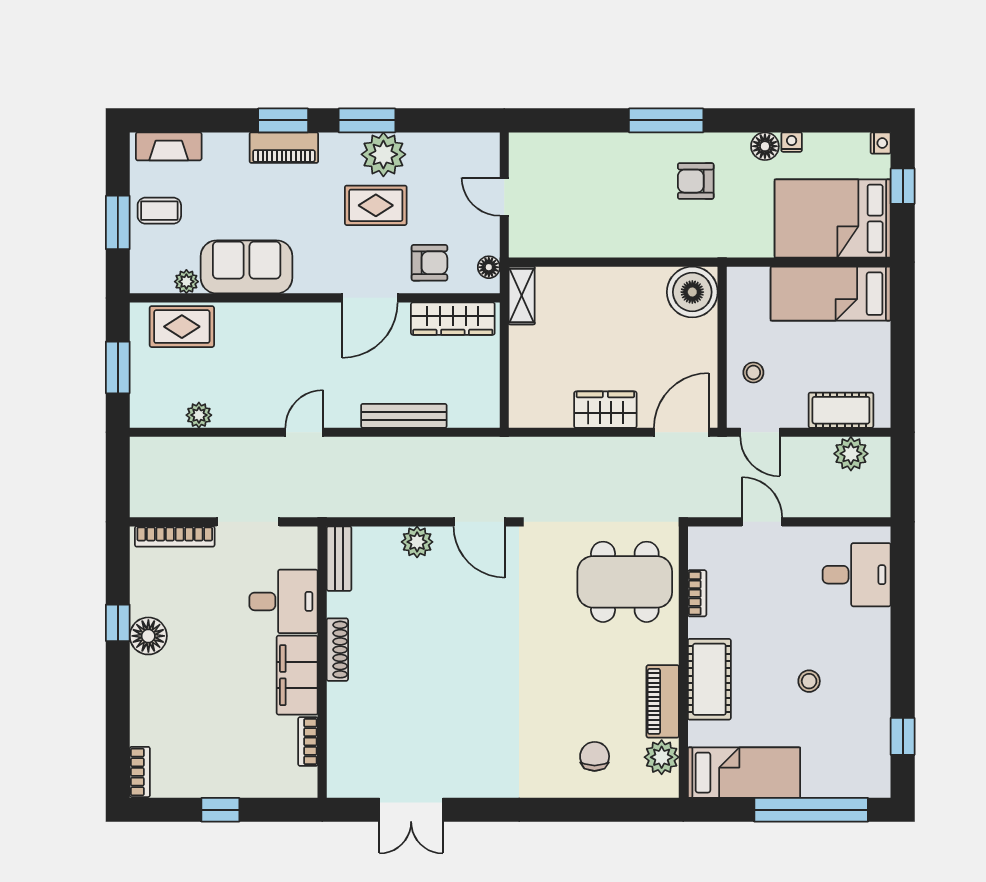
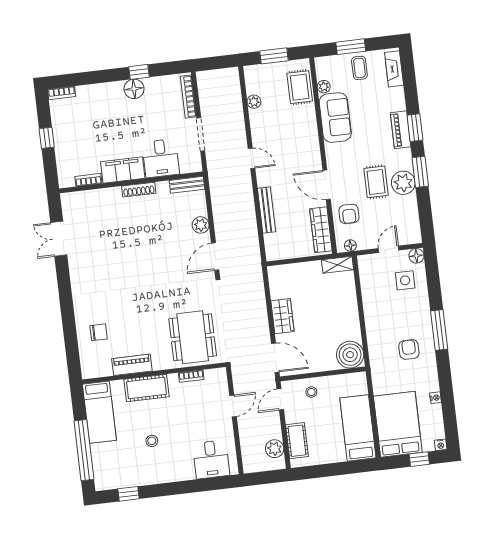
floor lamp: (765, 146) -> (416, 256), moved
side table: (566, 173) -> (405, 280), added
plant: (662, 757) -> (102, 368), removed

